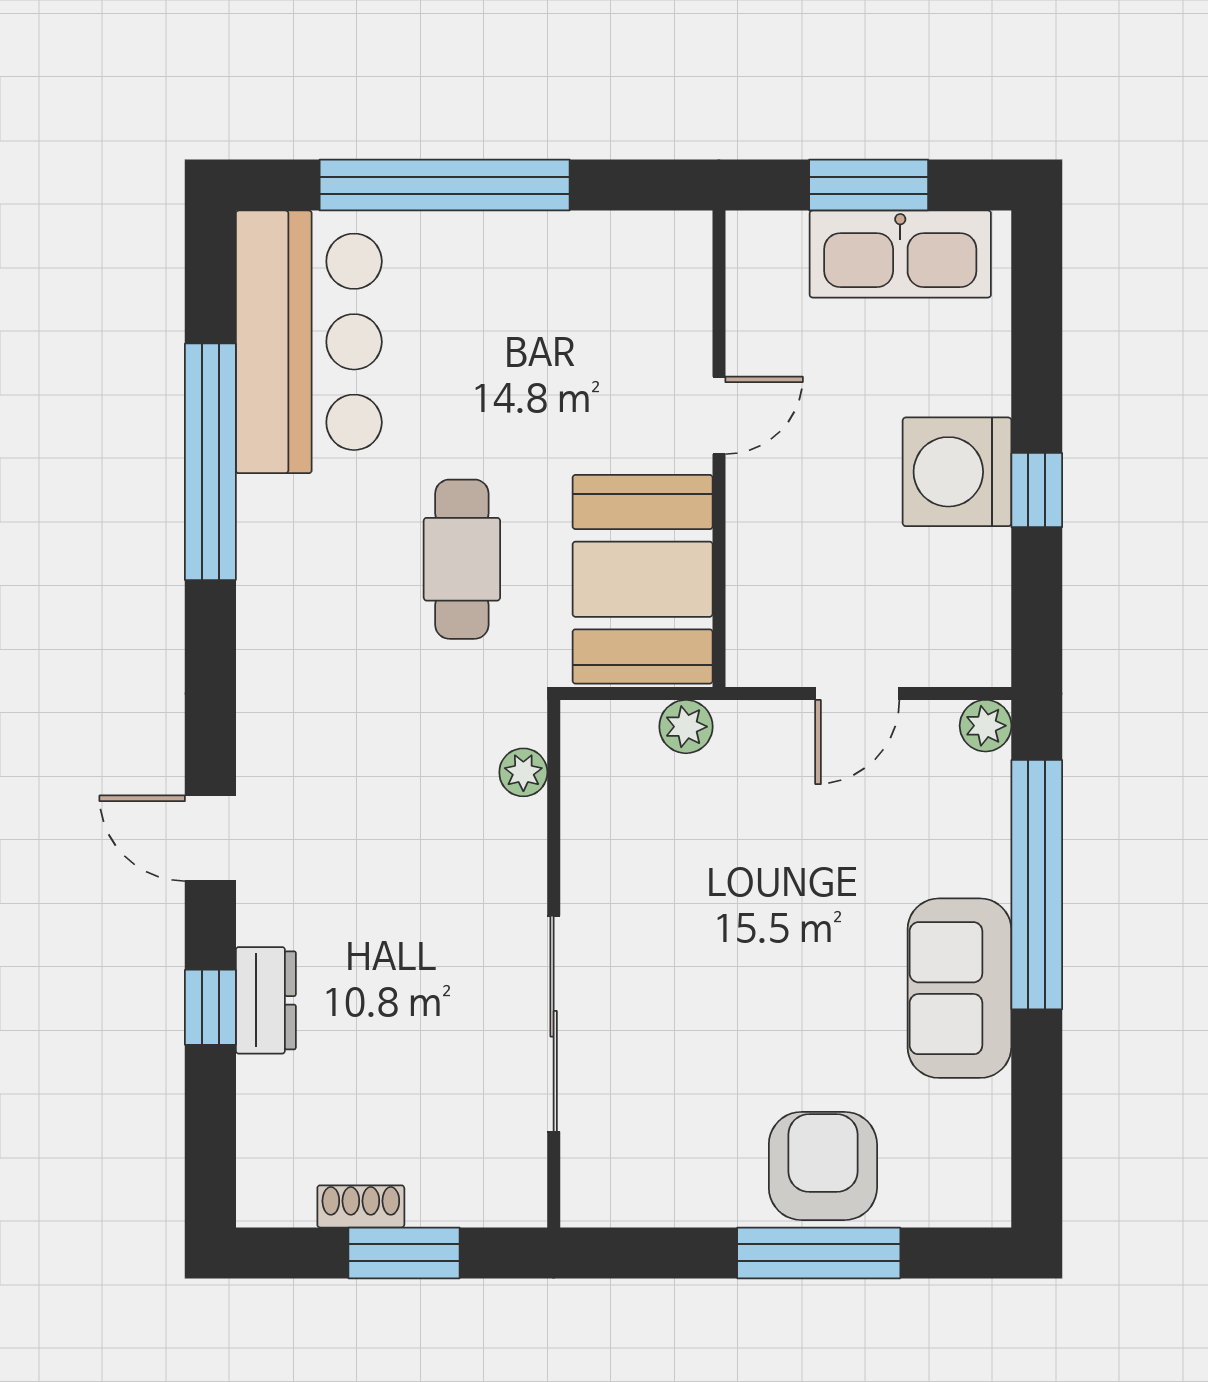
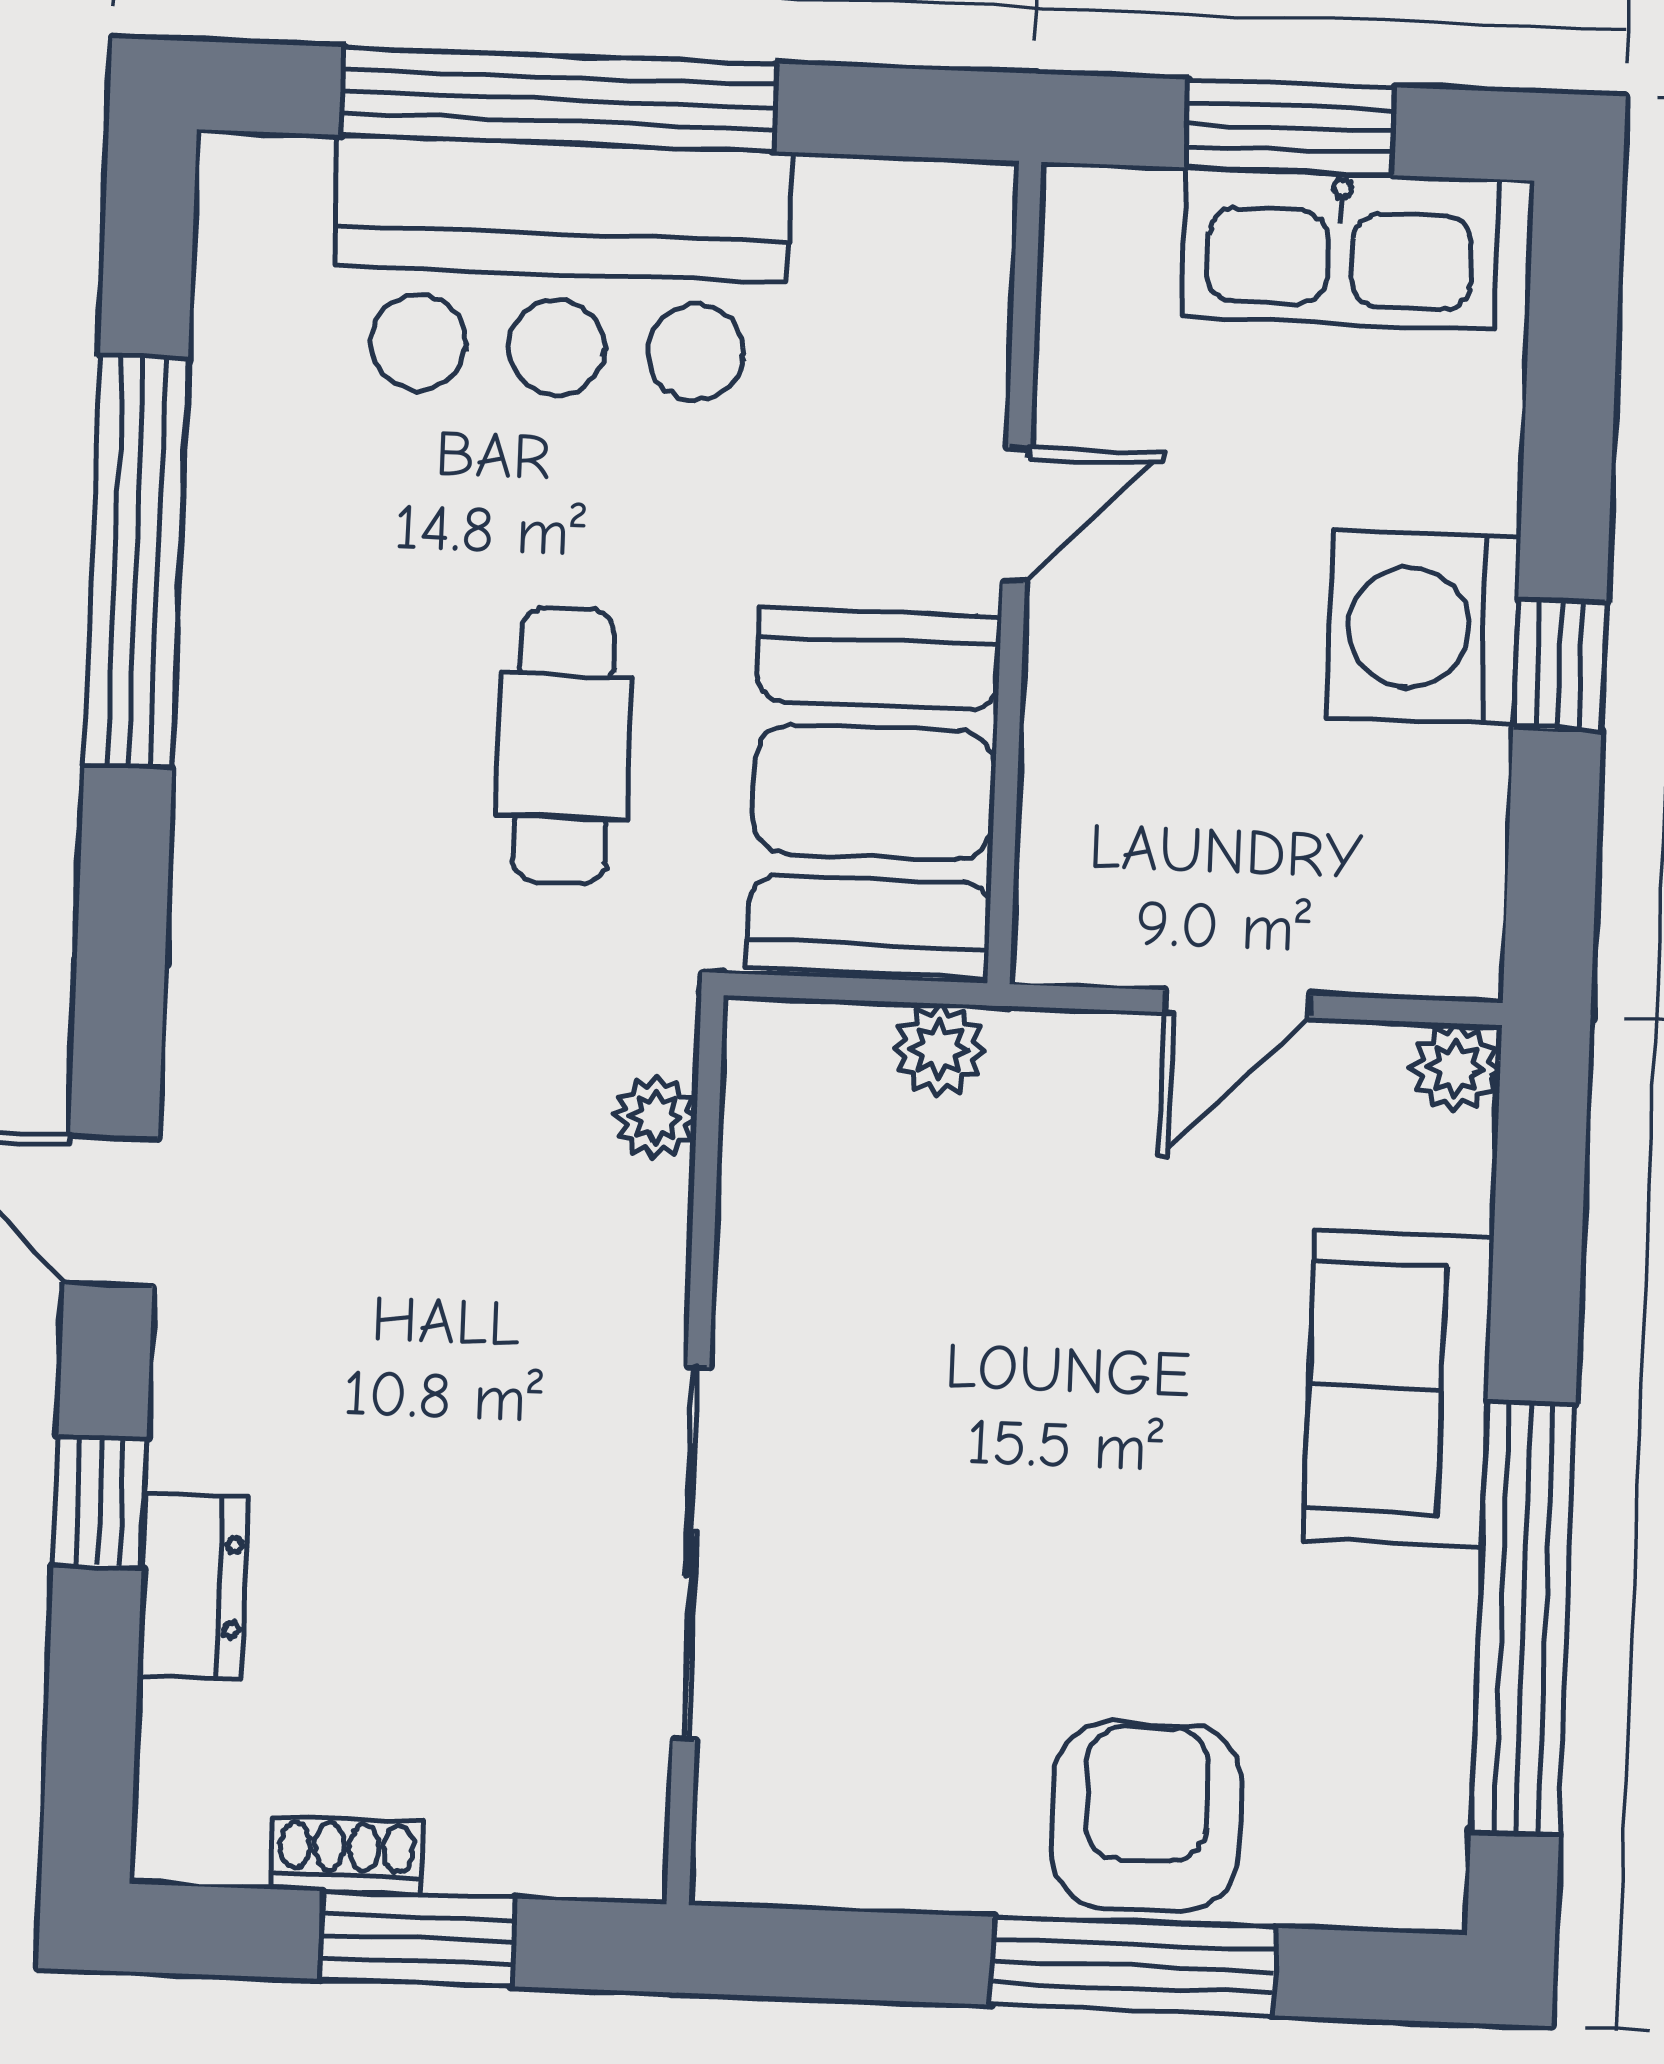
bar counter: (309, 342) -> (560, 269), moved, turned 90
window: (1037, 885) -> (1523, 1618), moved
sofa: (959, 988) -> (1398, 1389), moved
dresser: (266, 1000) -> (193, 1586), moved

